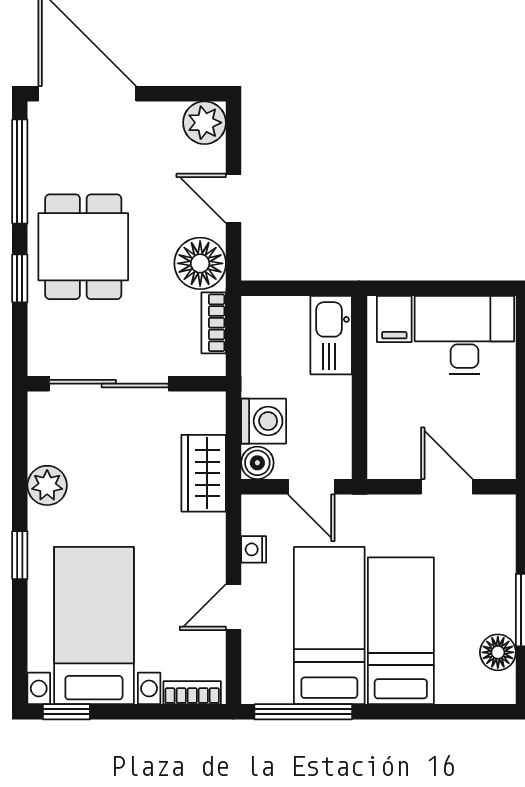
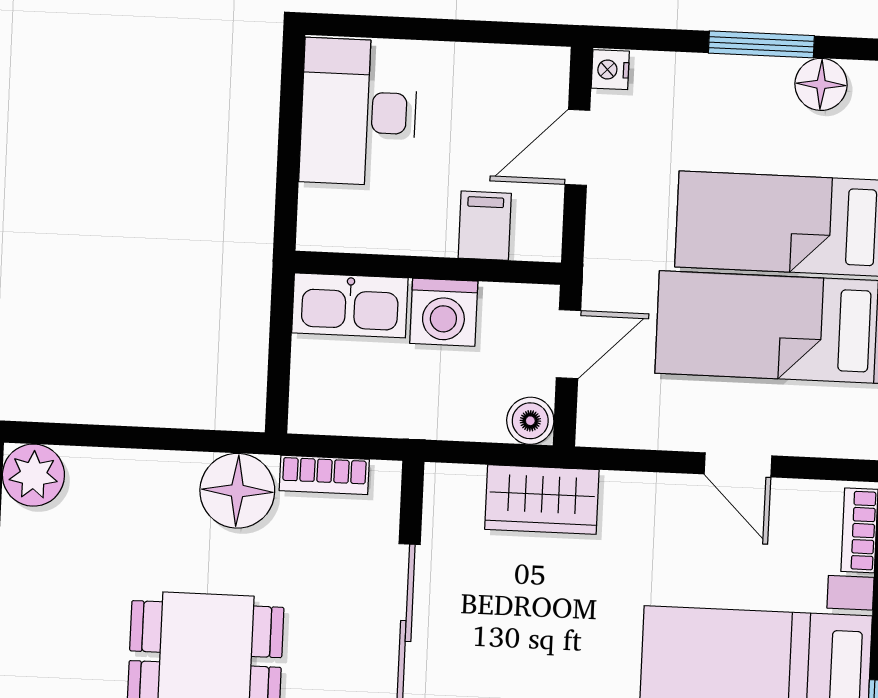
door: (233, 198) -> (145, 438), removed
filing cabinet: (394, 319) -> (485, 226), moved, turned -90
washing machine: (264, 421) -> (444, 312), moved, turned 180
nightstand: (254, 549) -> (610, 70), moved, turned 90

